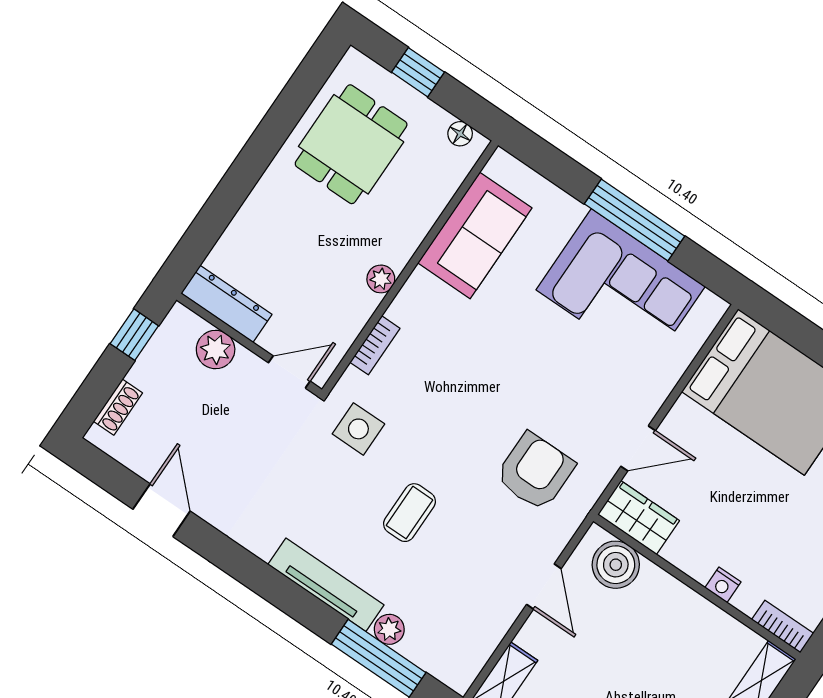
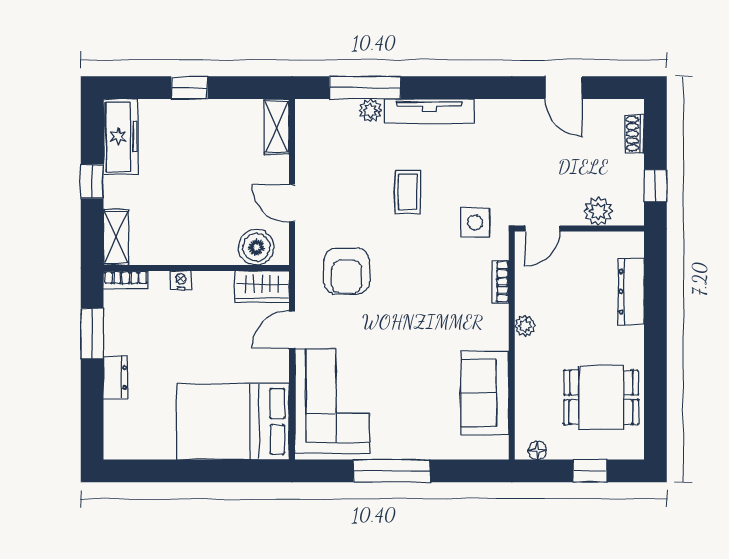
dining table: (351, 144) -> (601, 397), turned 90
corner sofa: (621, 288) -> (332, 401), moved, turned 90
dresser: (226, 304) -> (631, 292), moved, turned 90

